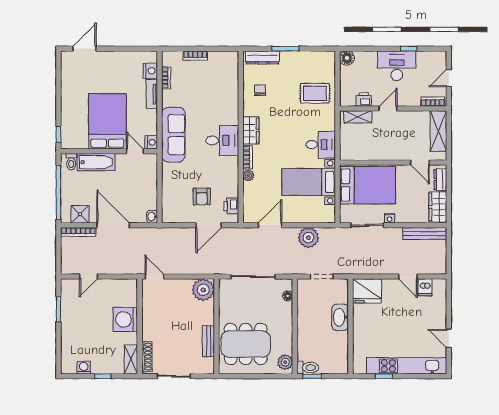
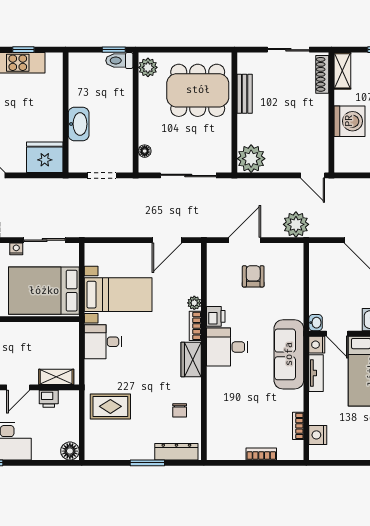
tv unit: (152, 94) -> (316, 373), moved
printer: (231, 206) -> (216, 316), moved
washbasin: (152, 217) -> (316, 323), moved
plant: (308, 238) -> (296, 224), moved

